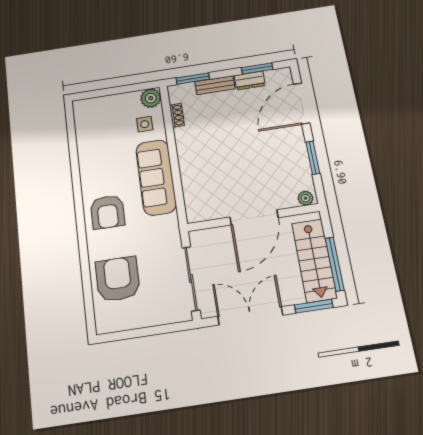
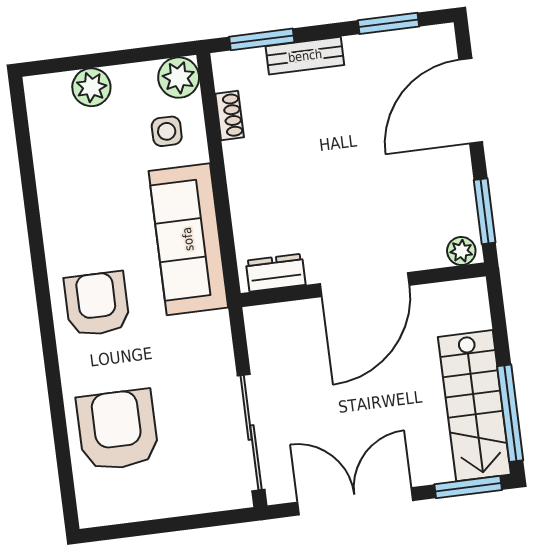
dresser: (250, 80) -> (276, 273), moved, turned 180
plant: (106, 104) -> (91, 87), added
plant: (306, 198) -> (461, 251), moved
armchair: (108, 212) -> (97, 304), turned 180
door: (254, 217) -> (365, 285), moved
wall: (253, 218) -> (363, 285), moved

